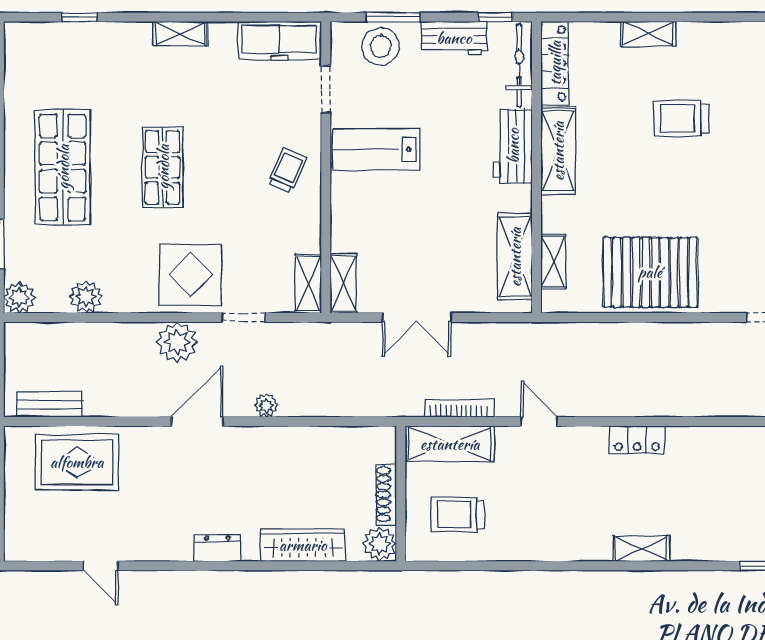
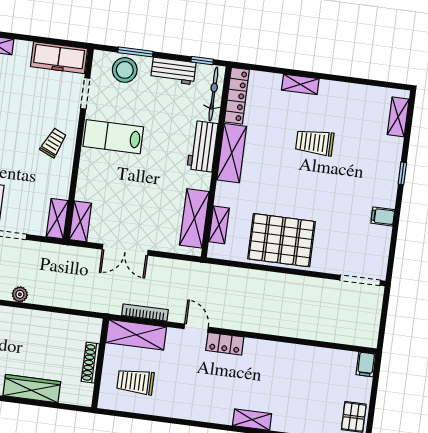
locker: (637, 440) -> (225, 344), moved
plant: (380, 544) -> (82, 394), removed

